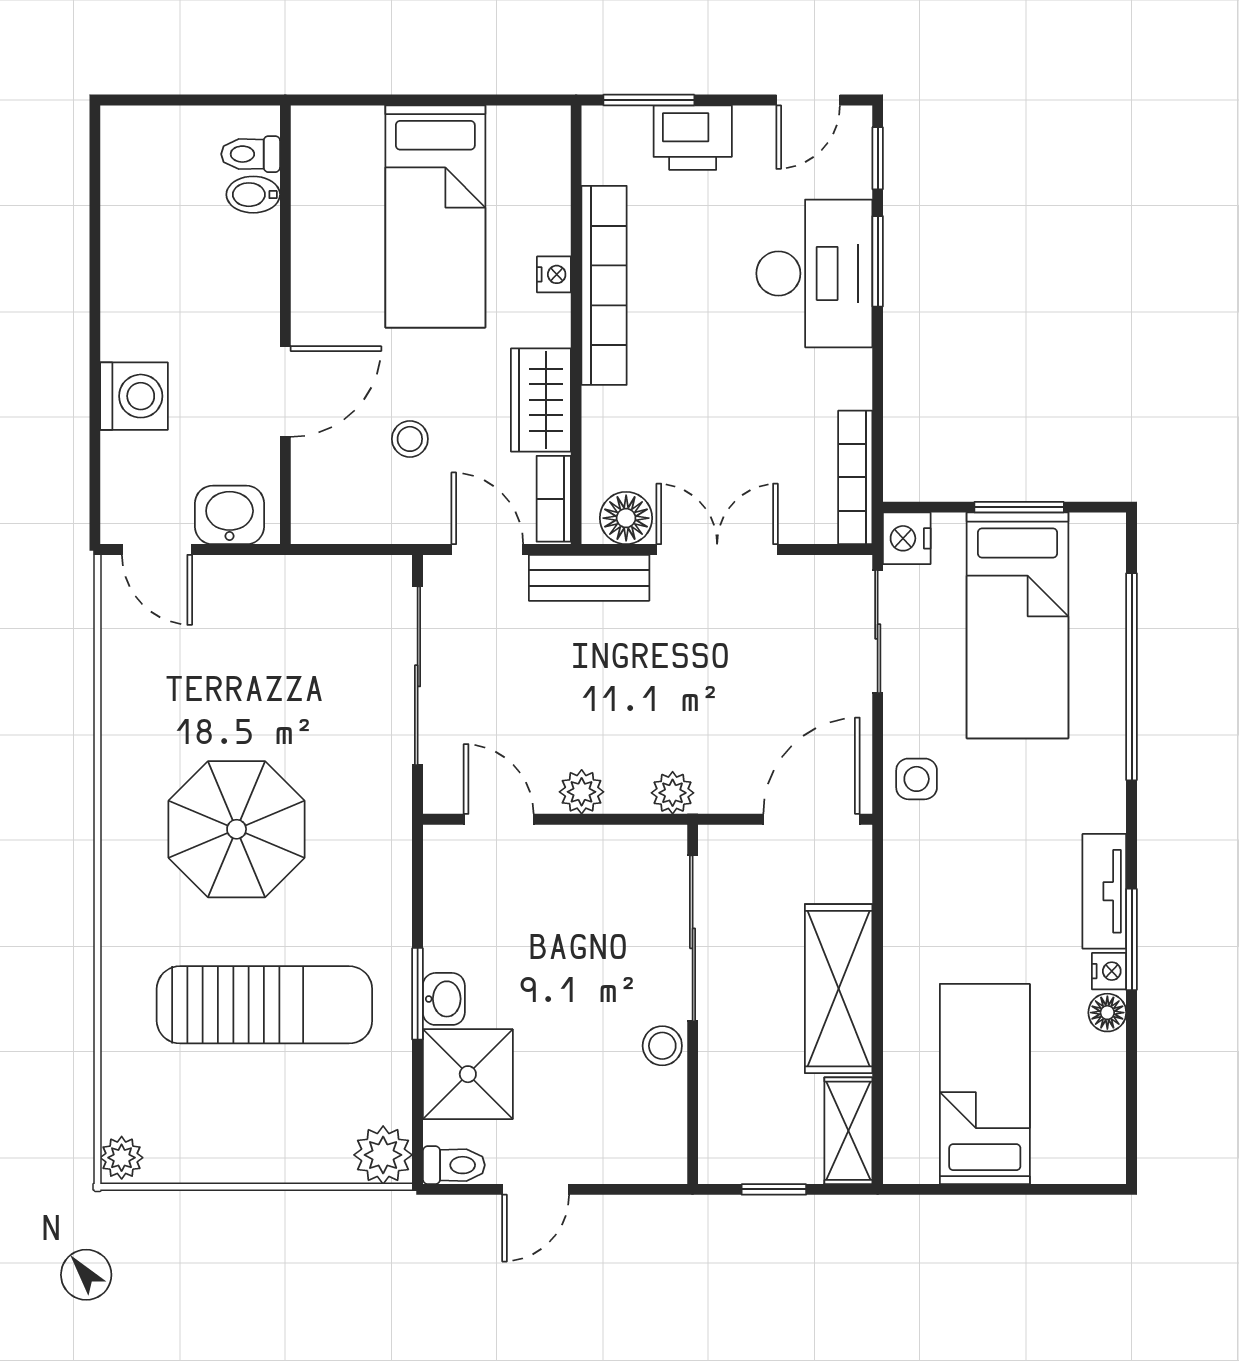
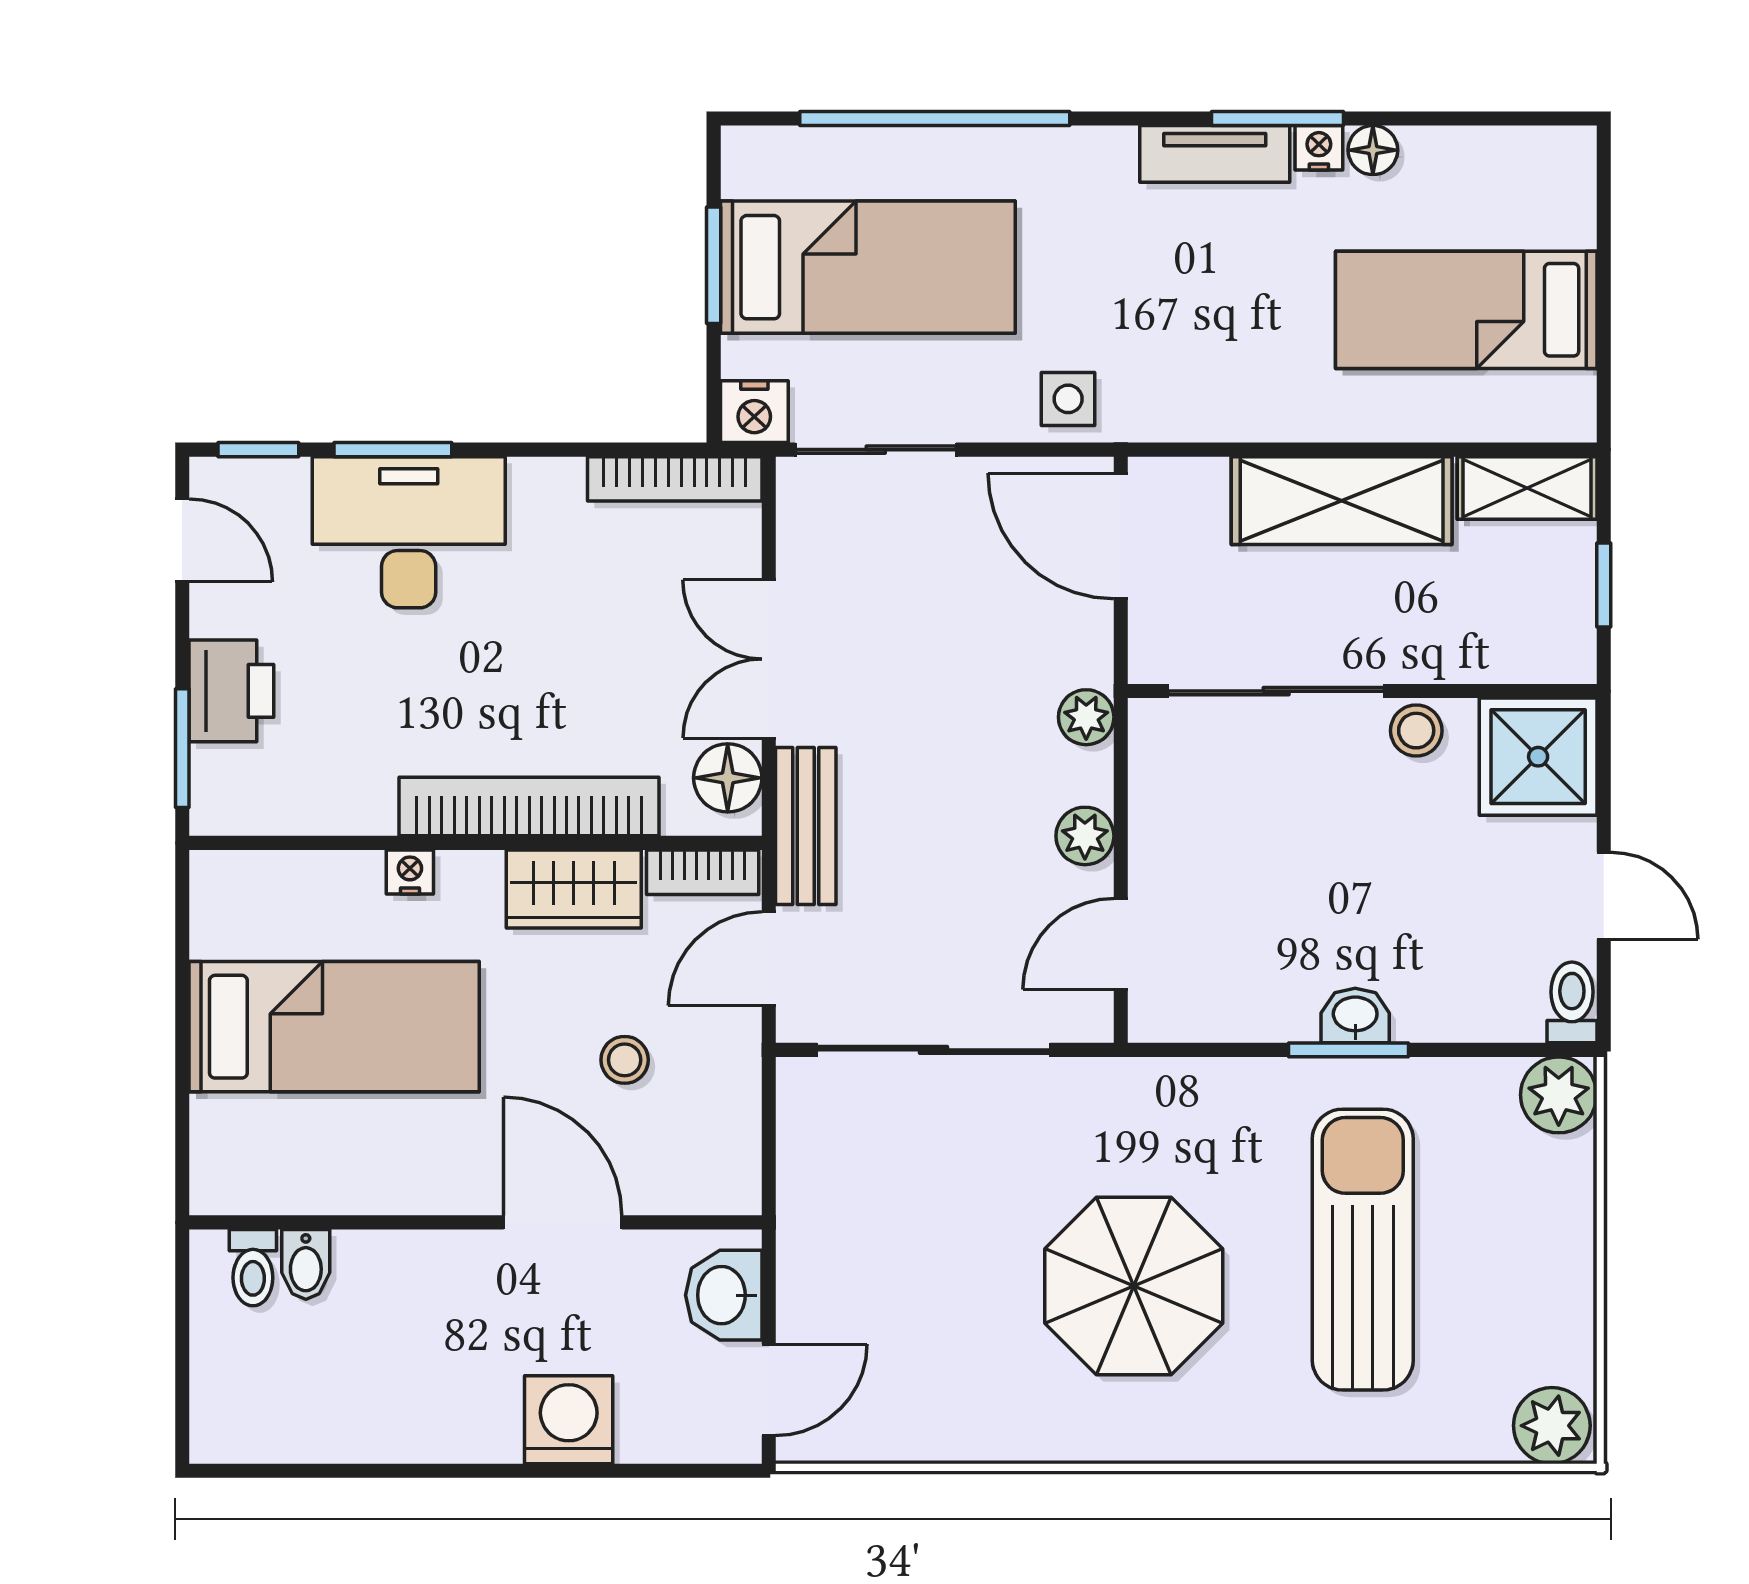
bookcase: (604, 285) -> (529, 807), moved
shower: (468, 1074) -> (1538, 757), moved
plant: (122, 1158) -> (1552, 1426), width x1.38, depth x1.38

